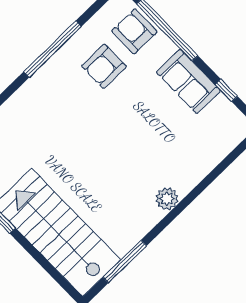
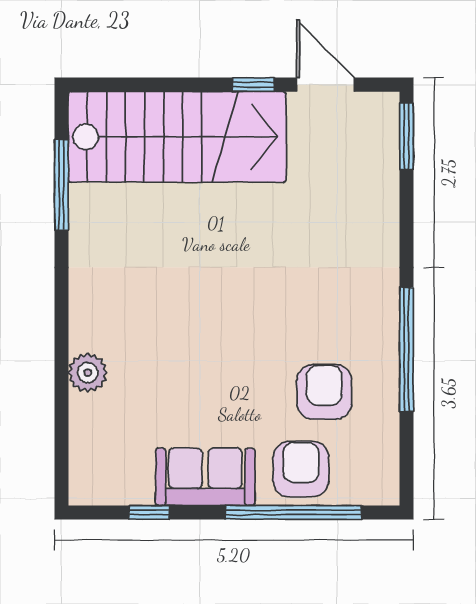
armchair: (134, 31) -> (301, 469), moved, turned -90
plant: (167, 199) -> (88, 373), moved

